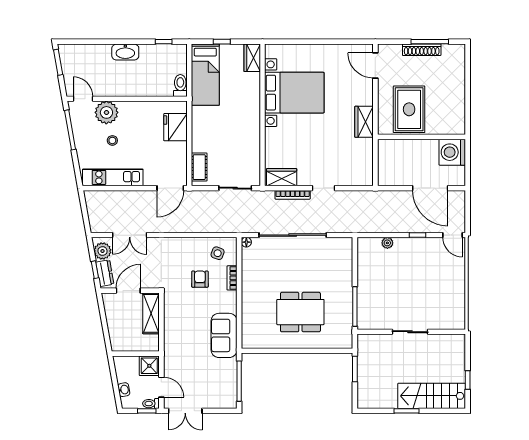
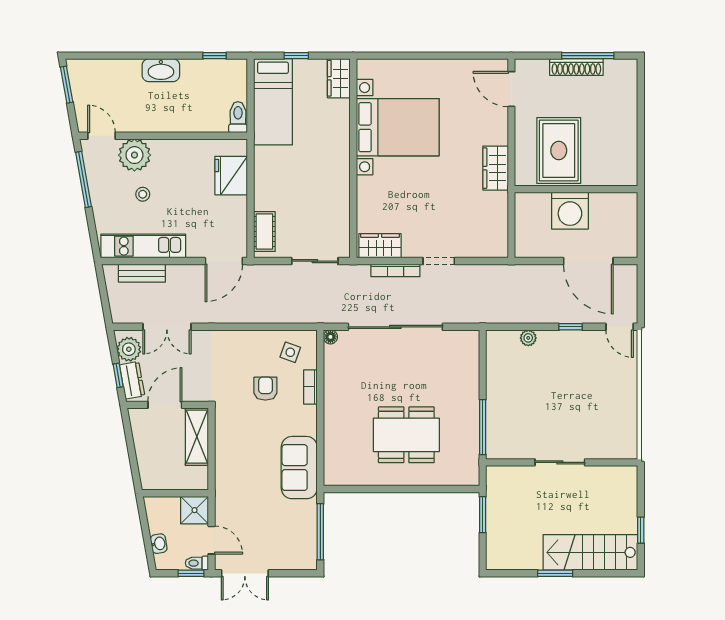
washing machine: (452, 152) -> (570, 211), moved, turned -90
bench: (112, 197) -> (142, 273), added

